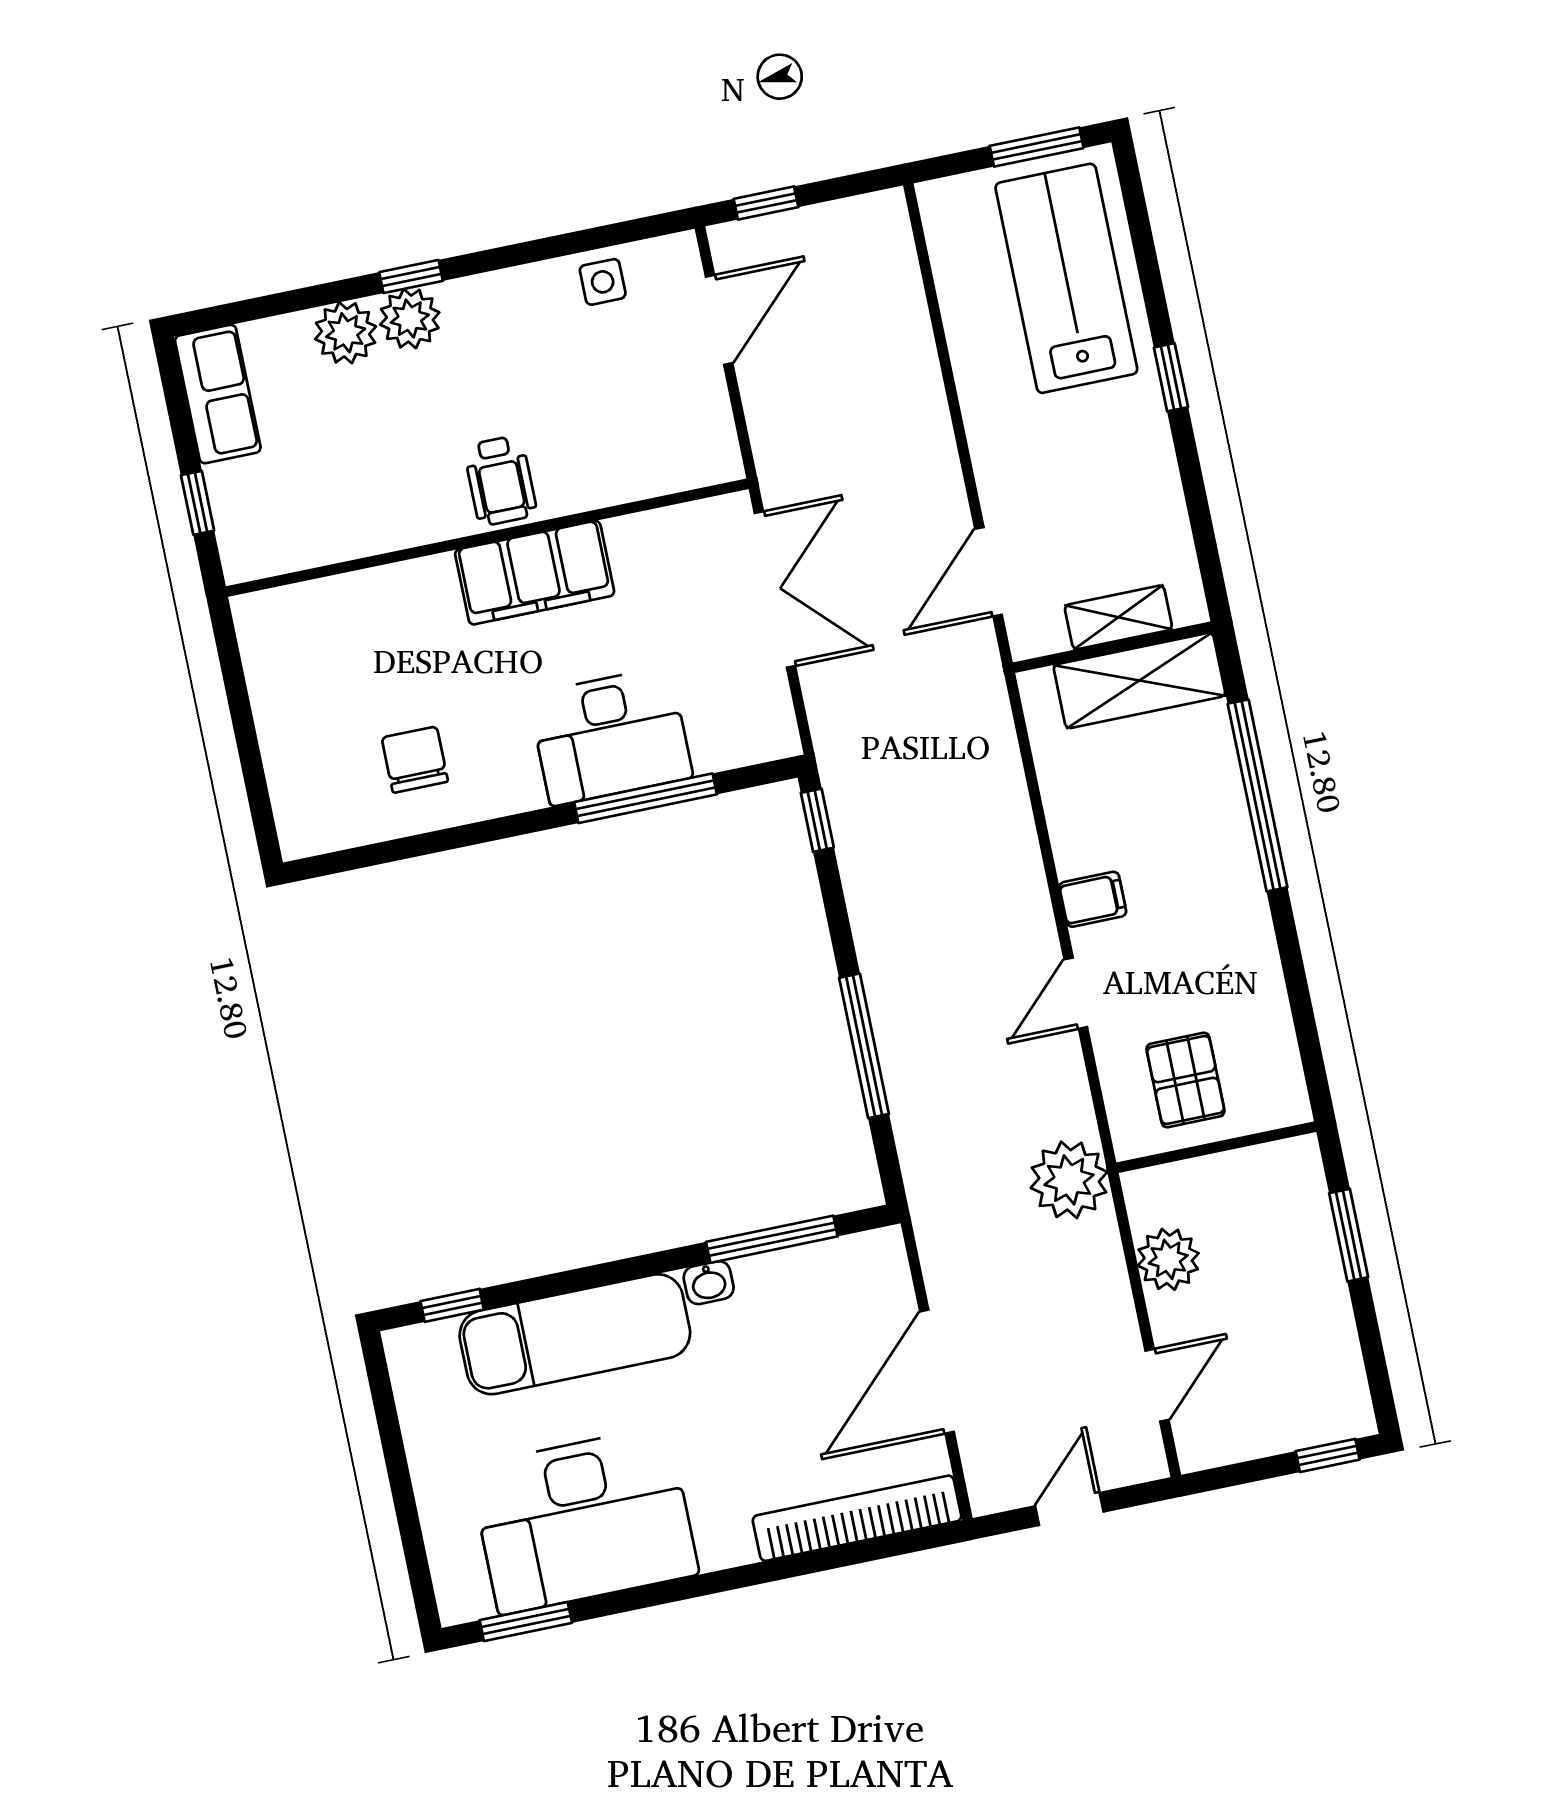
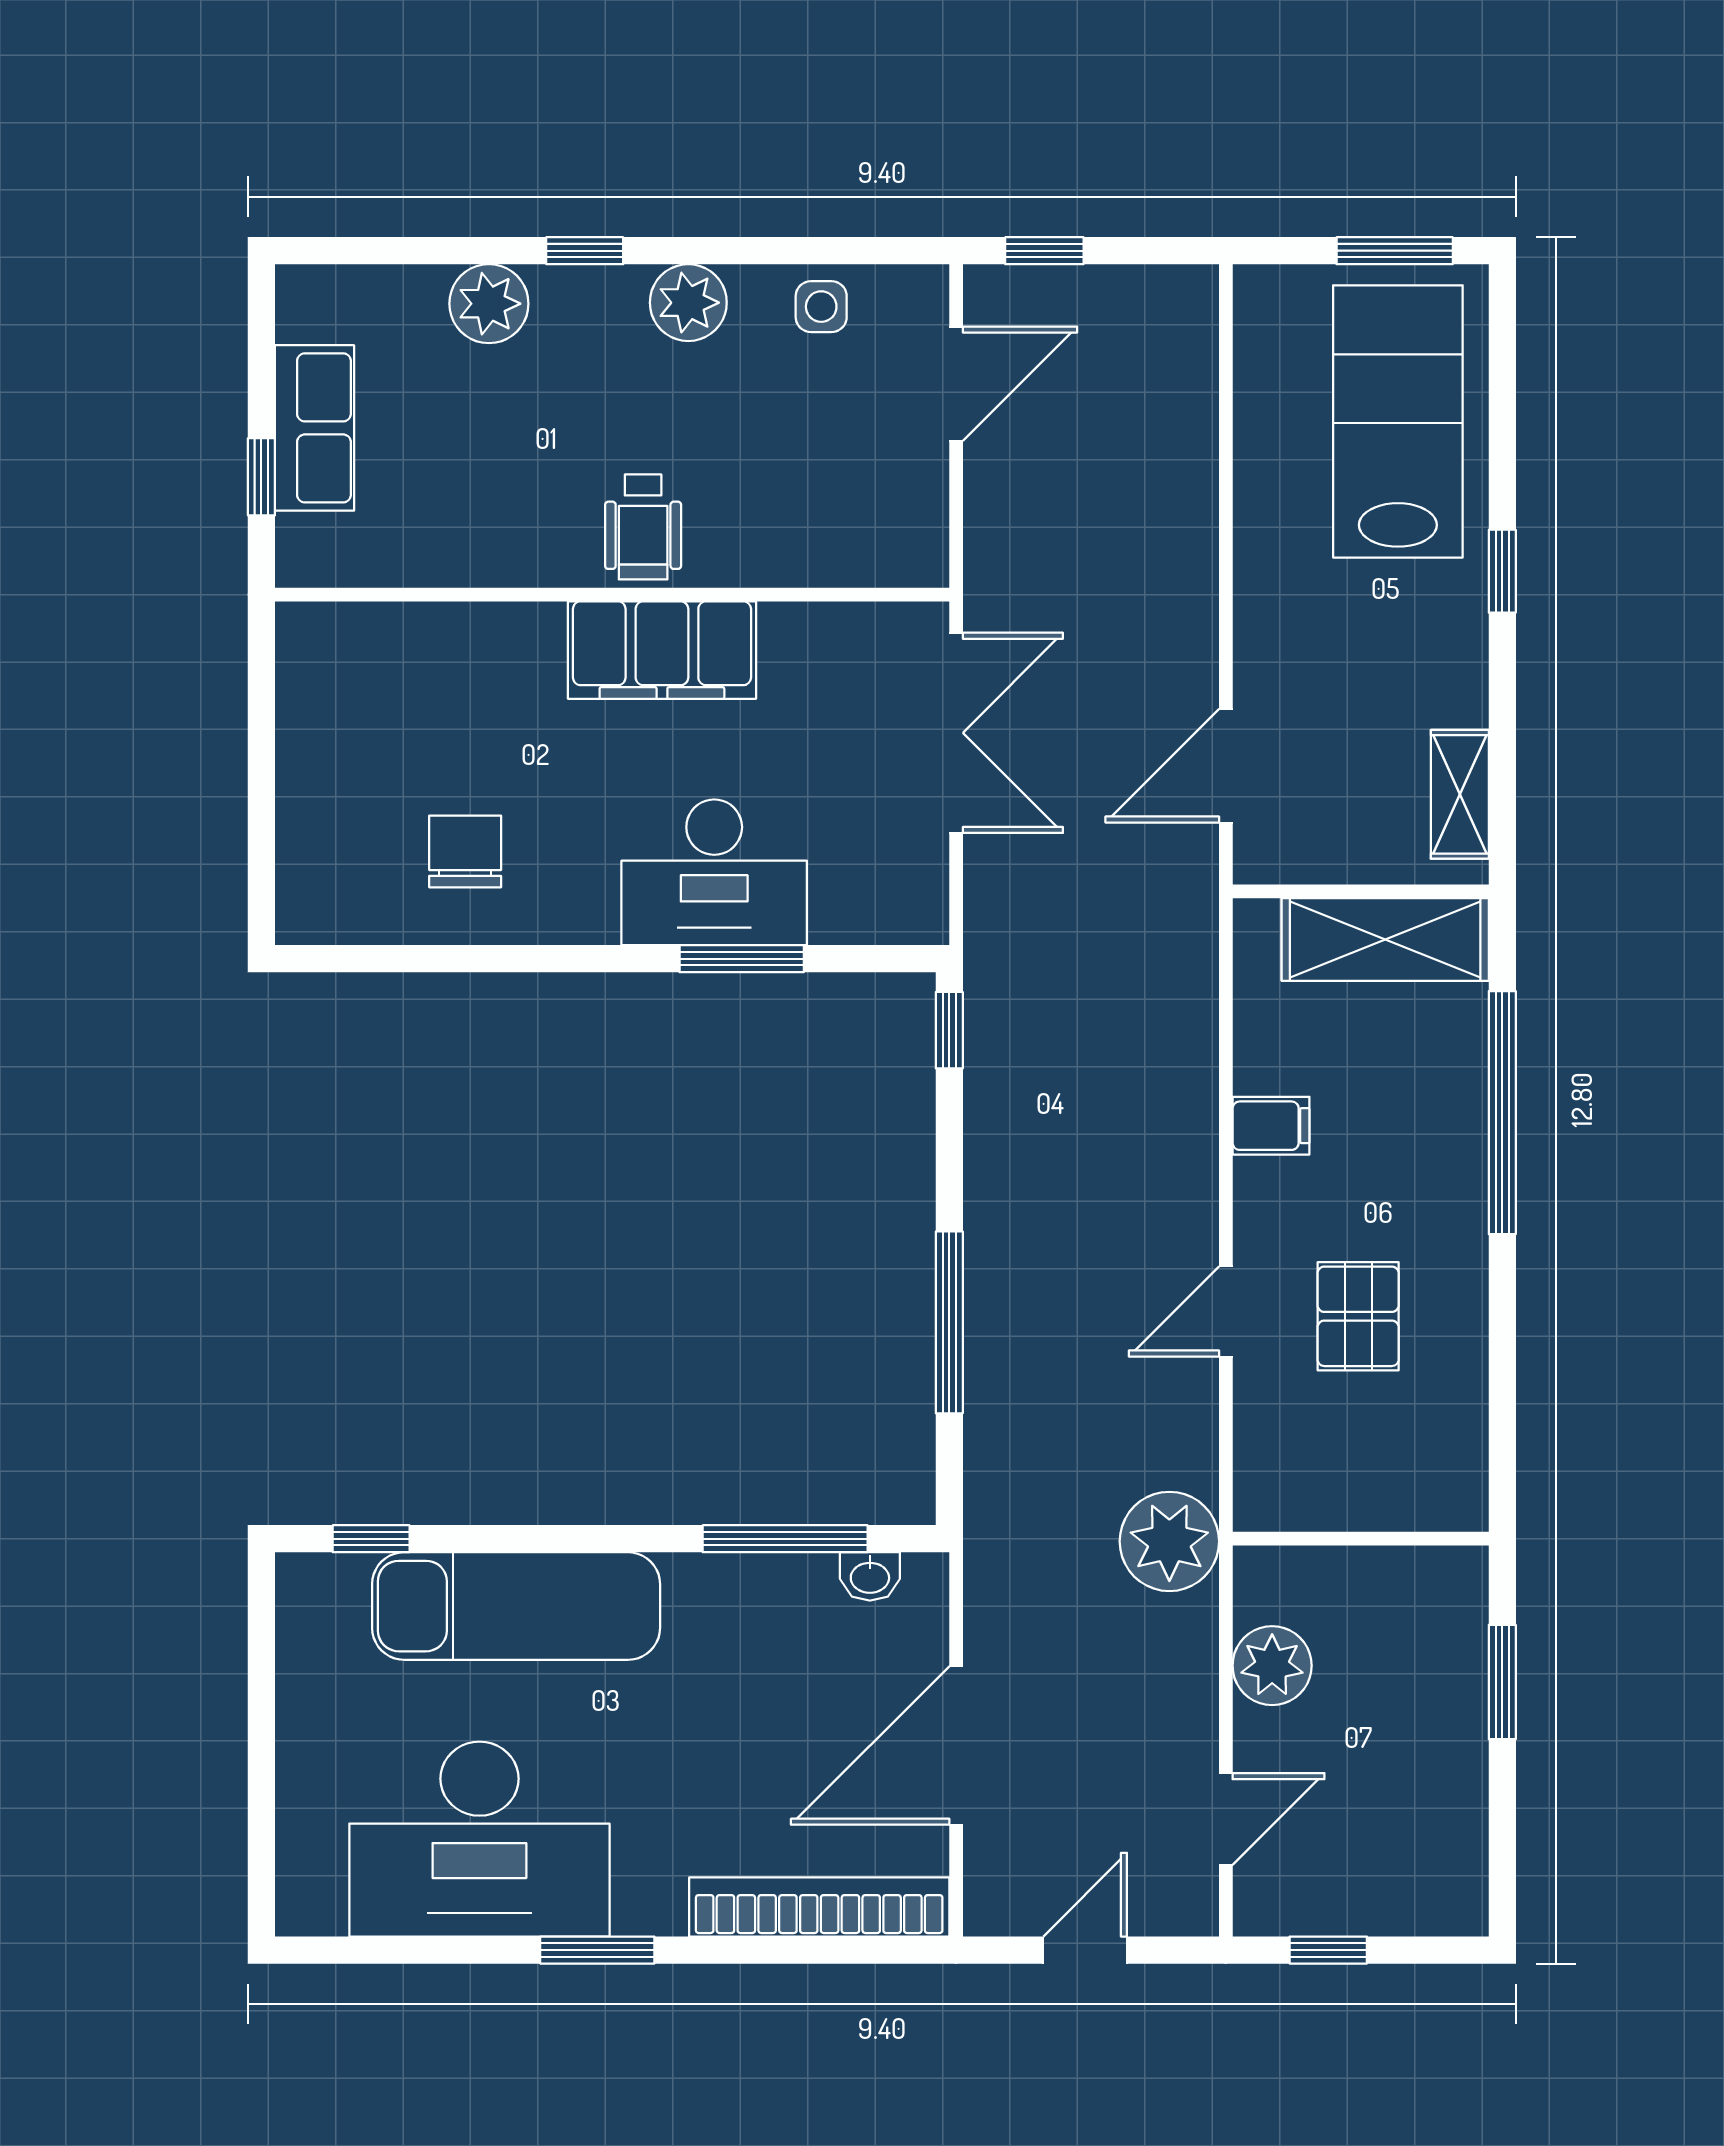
plant: (410, 319) -> (688, 303), moved
row of seats: (218, 394) -> (314, 428), moved
shelving: (1118, 617) -> (1460, 794), moved, turned 90
window: (646, 798) -> (742, 959), width x0.69
filing cabinet: (1093, 899) -> (1271, 1126), moved
pallet: (1185, 1080) -> (1358, 1316), moved
washbasin: (709, 1283) -> (870, 1576), moved
window: (1328, 1455) -> (1328, 1950), moved
window: (526, 1621) -> (597, 1950), moved

